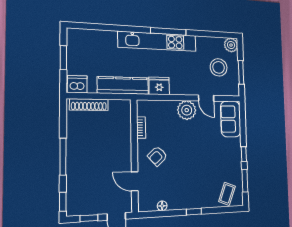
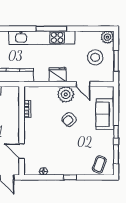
fridge: (159, 86) -> (58, 75), moved
sofa: (231, 119) -> (105, 114), moved
armchair: (157, 156) -> (69, 119), moved

